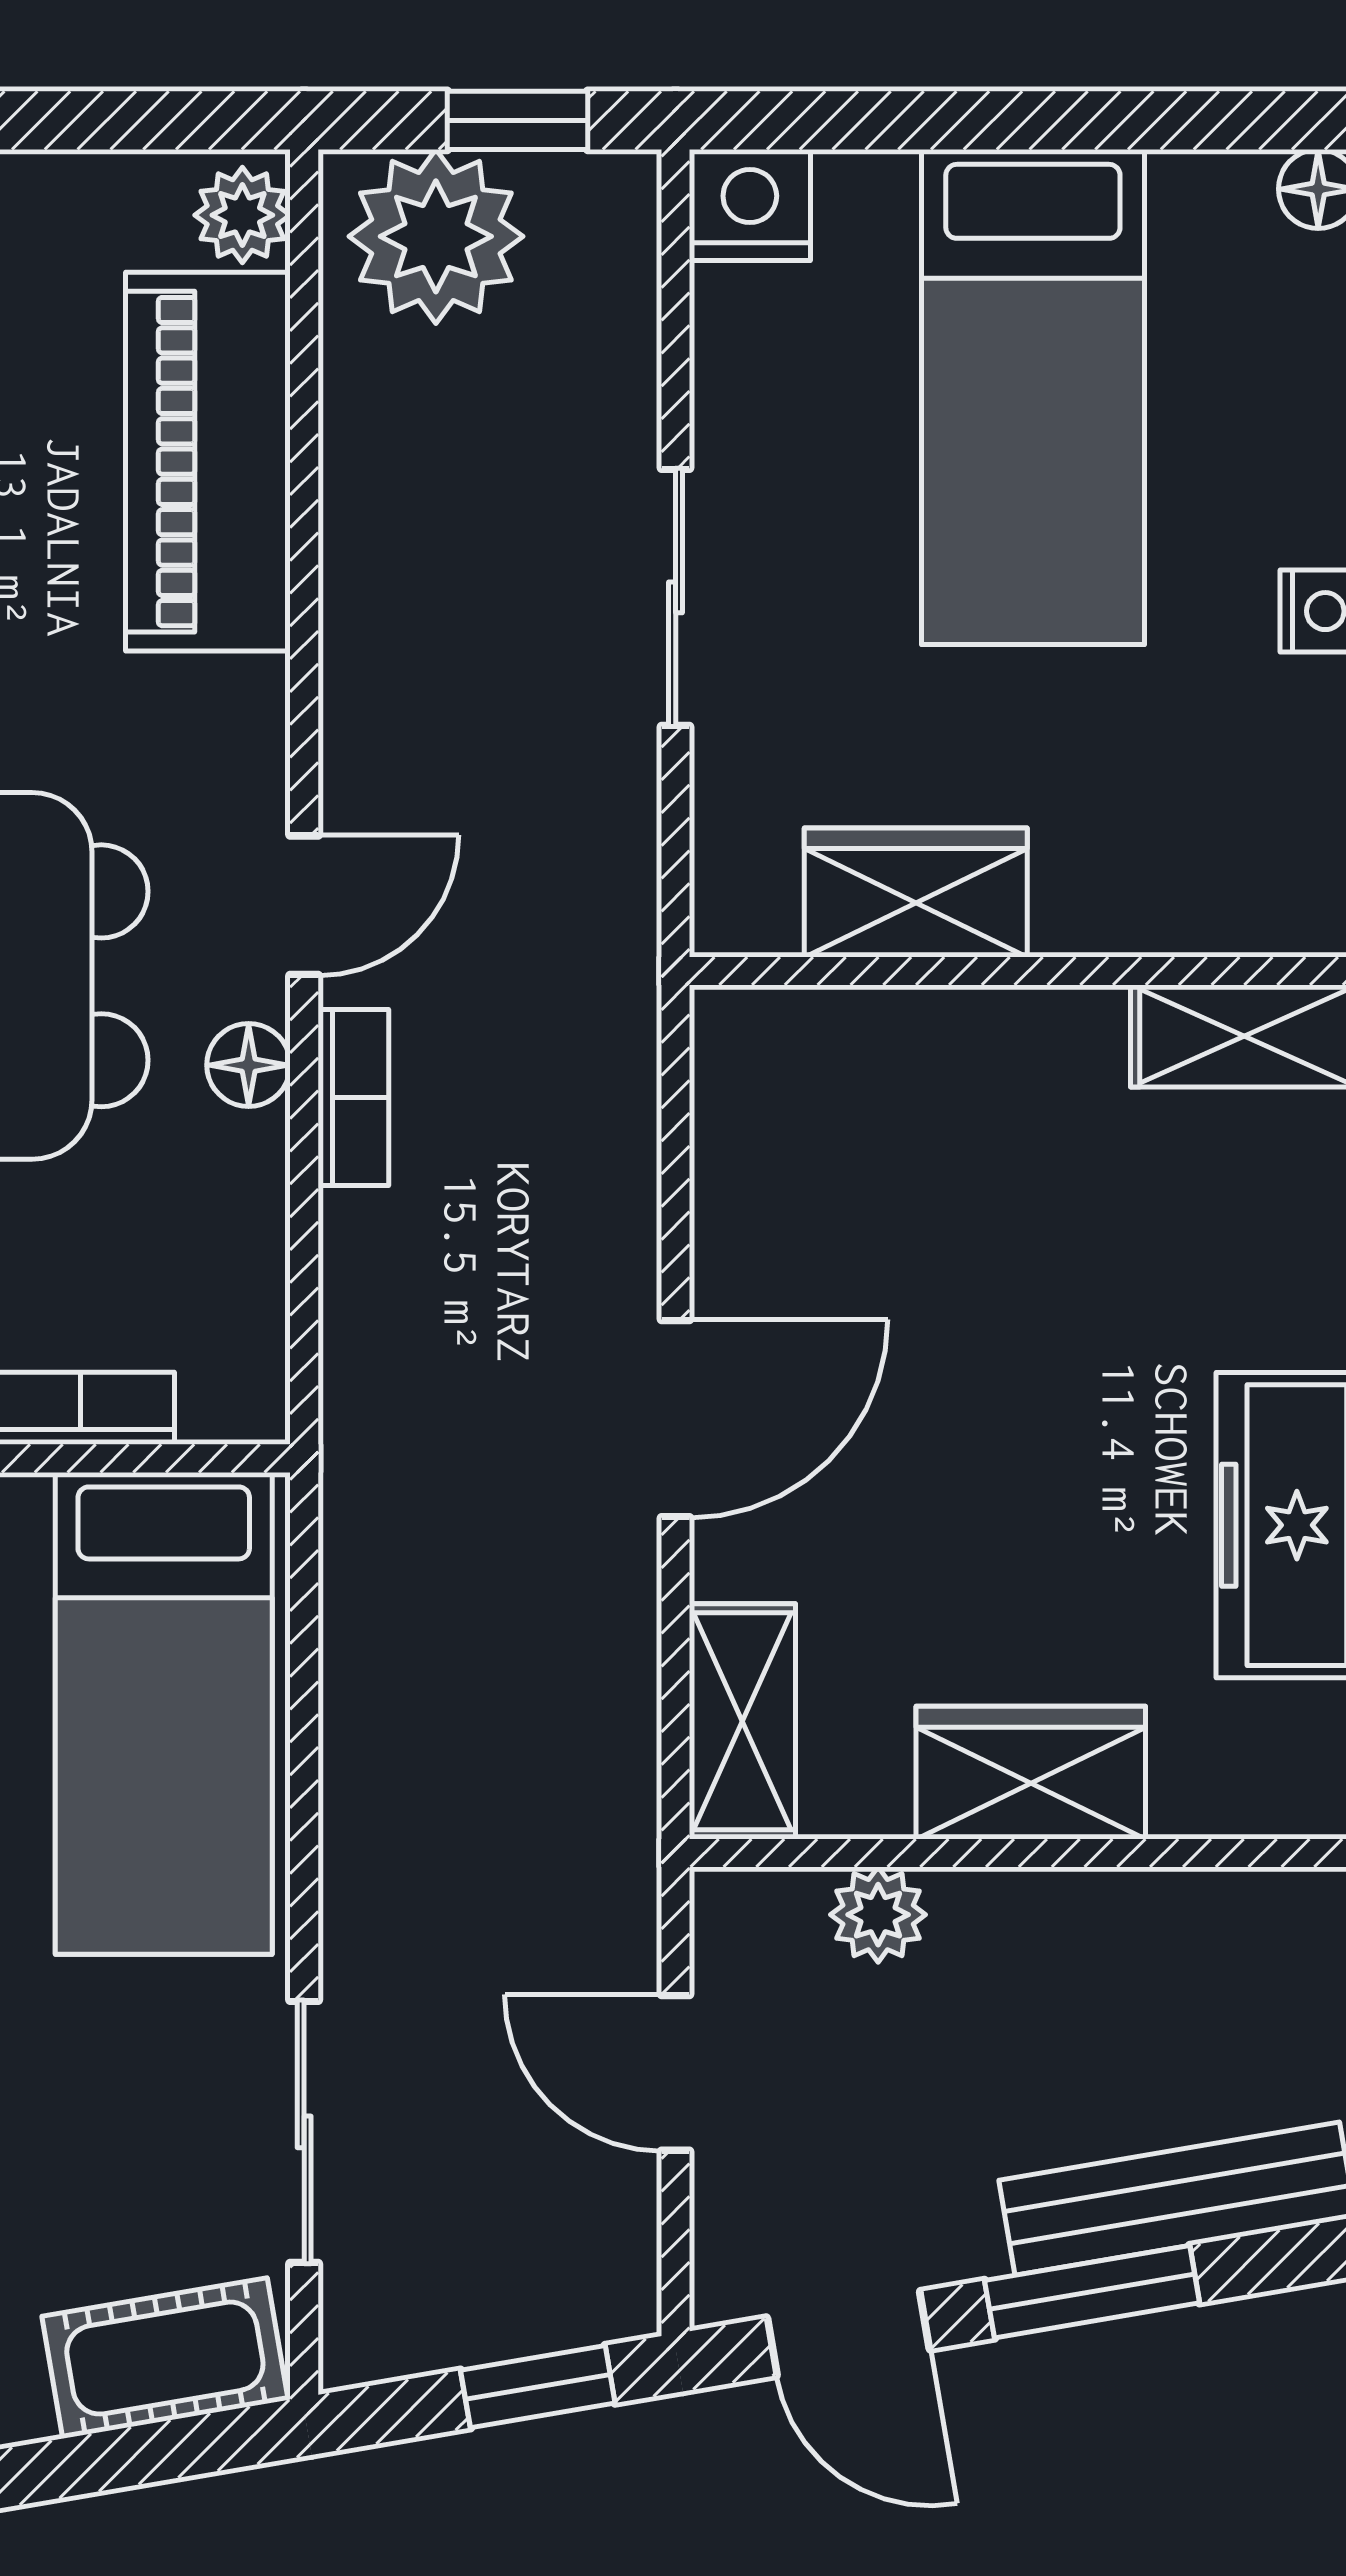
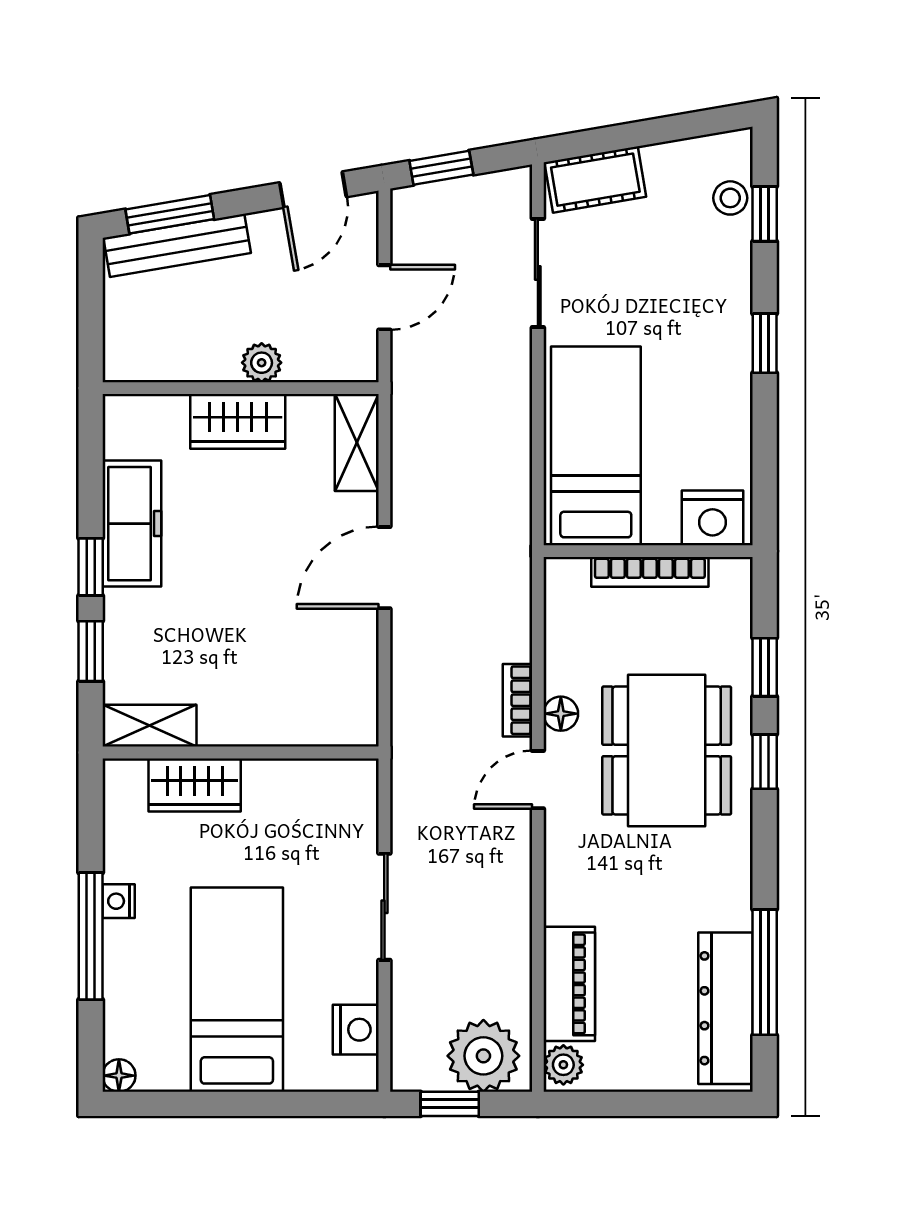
nightstand: (750, 205) -> (356, 1030), moved, turned -90
piano: (208, 462) -> (569, 984), width x0.73, depth x0.75
wardrobe: (916, 892) -> (195, 785), moved
plant: (878, 1915) -> (262, 363), moved
door: (676, 2073) -> (384, 297), hinge flipped
window: (1092, 2292) -> (170, 214), moved
door: (848, 2333) -> (313, 190), swing flipped

